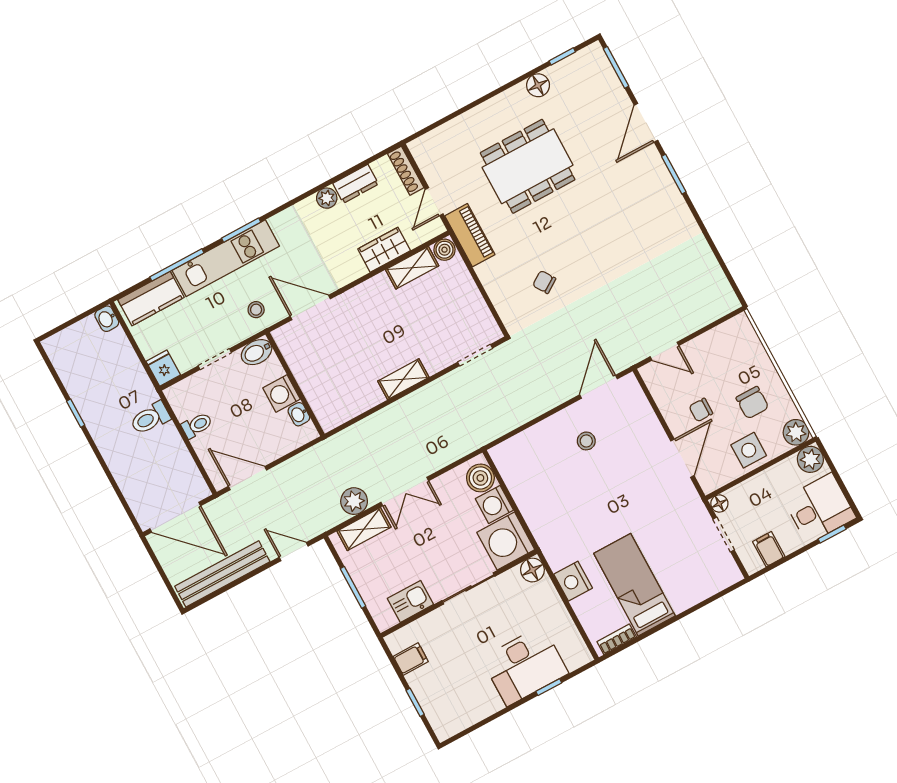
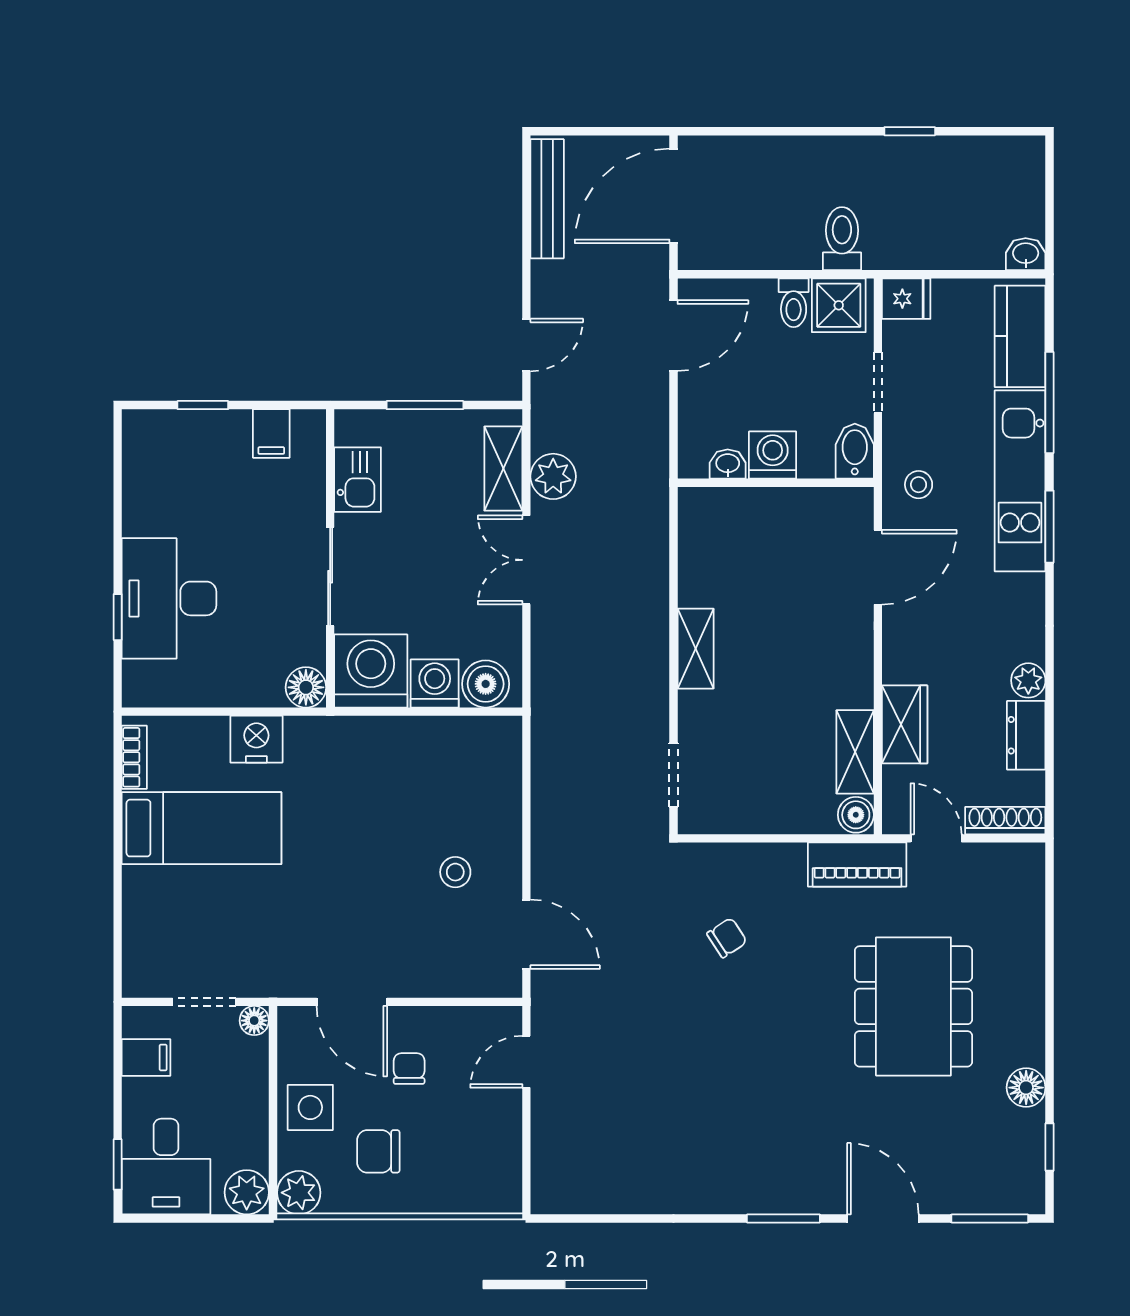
shower: (186, 401) -> (839, 305), added
bench: (222, 574) -> (547, 199), width x0.73, depth x0.82

